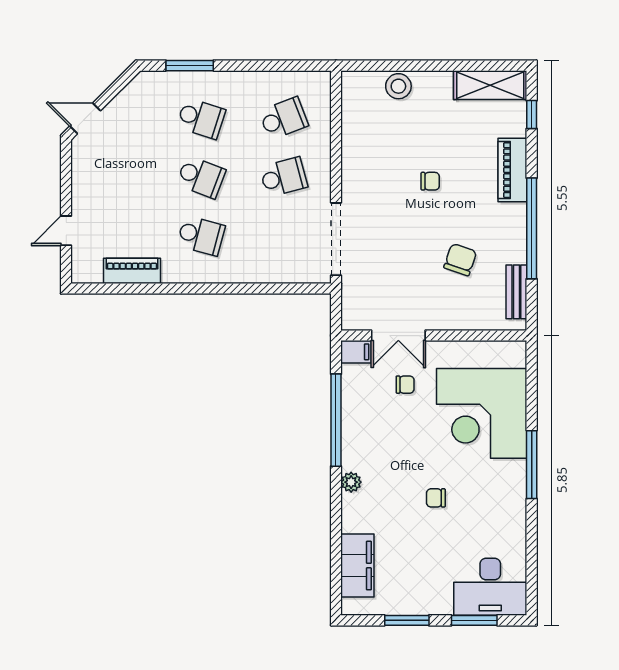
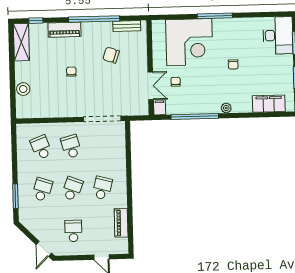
school desk: (118, 177) -> (73, 231), added

